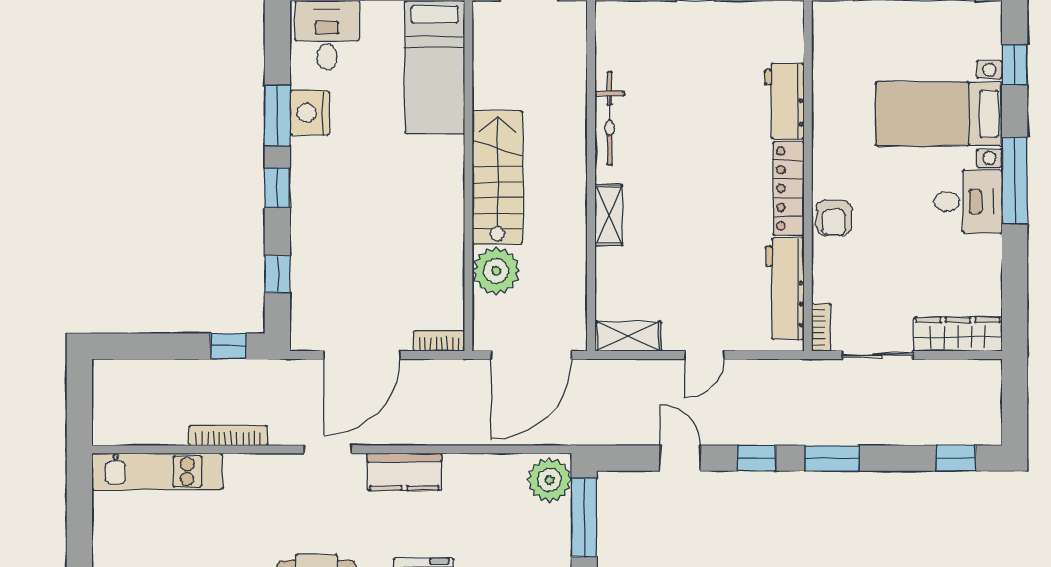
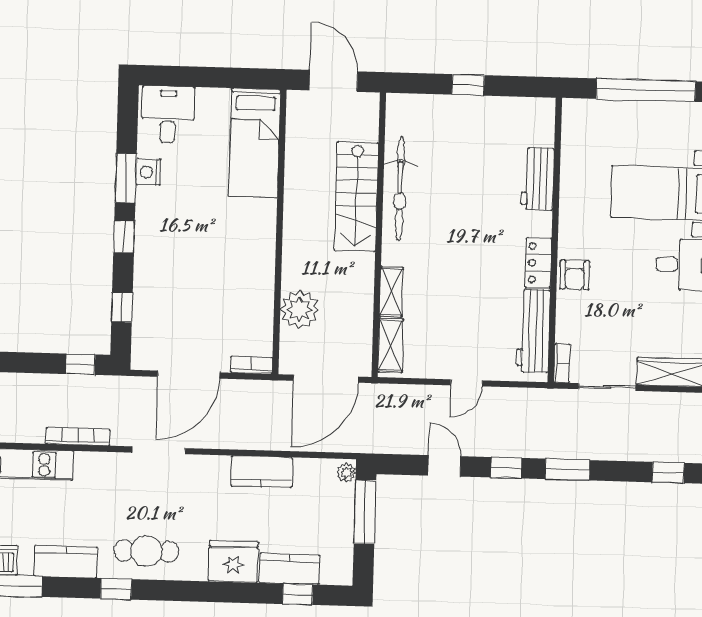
nightstand: (310, 113) -> (148, 172), width x0.74, depth x0.75
bicycle: (610, 118) -> (400, 189), width x1.37, depth x1.40
stairs: (497, 178) -> (356, 197), moved, turned 180
locker: (789, 188) -> (538, 263), width x0.66
shelving: (609, 215) -> (391, 292), moved
shelving: (628, 336) -> (391, 345), moved, turned 90
doorway: (328, 449) -> (159, 450), width x1.38
kitchen counter: (404, 472) -> (262, 472), moved
plant: (549, 480) -> (346, 472), width x0.53, depth x0.53

